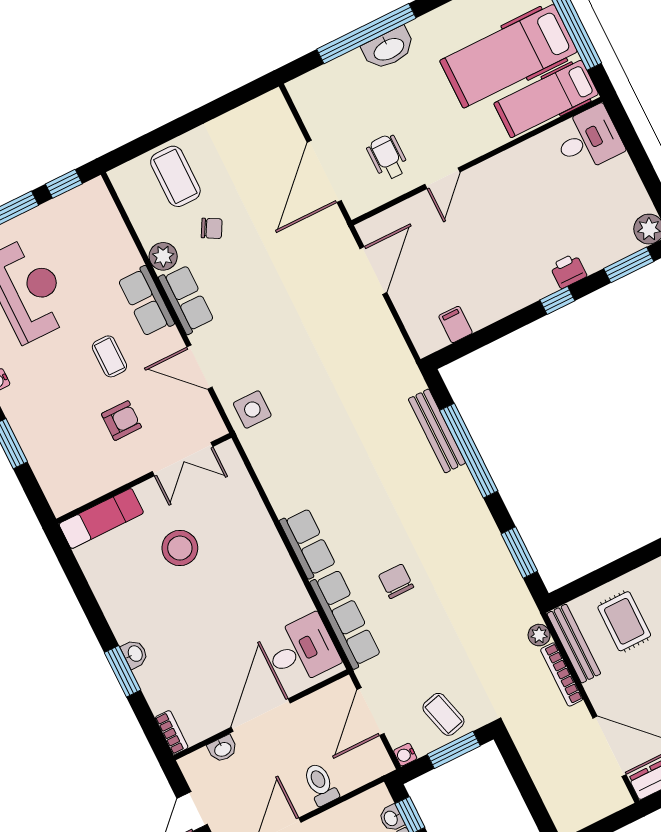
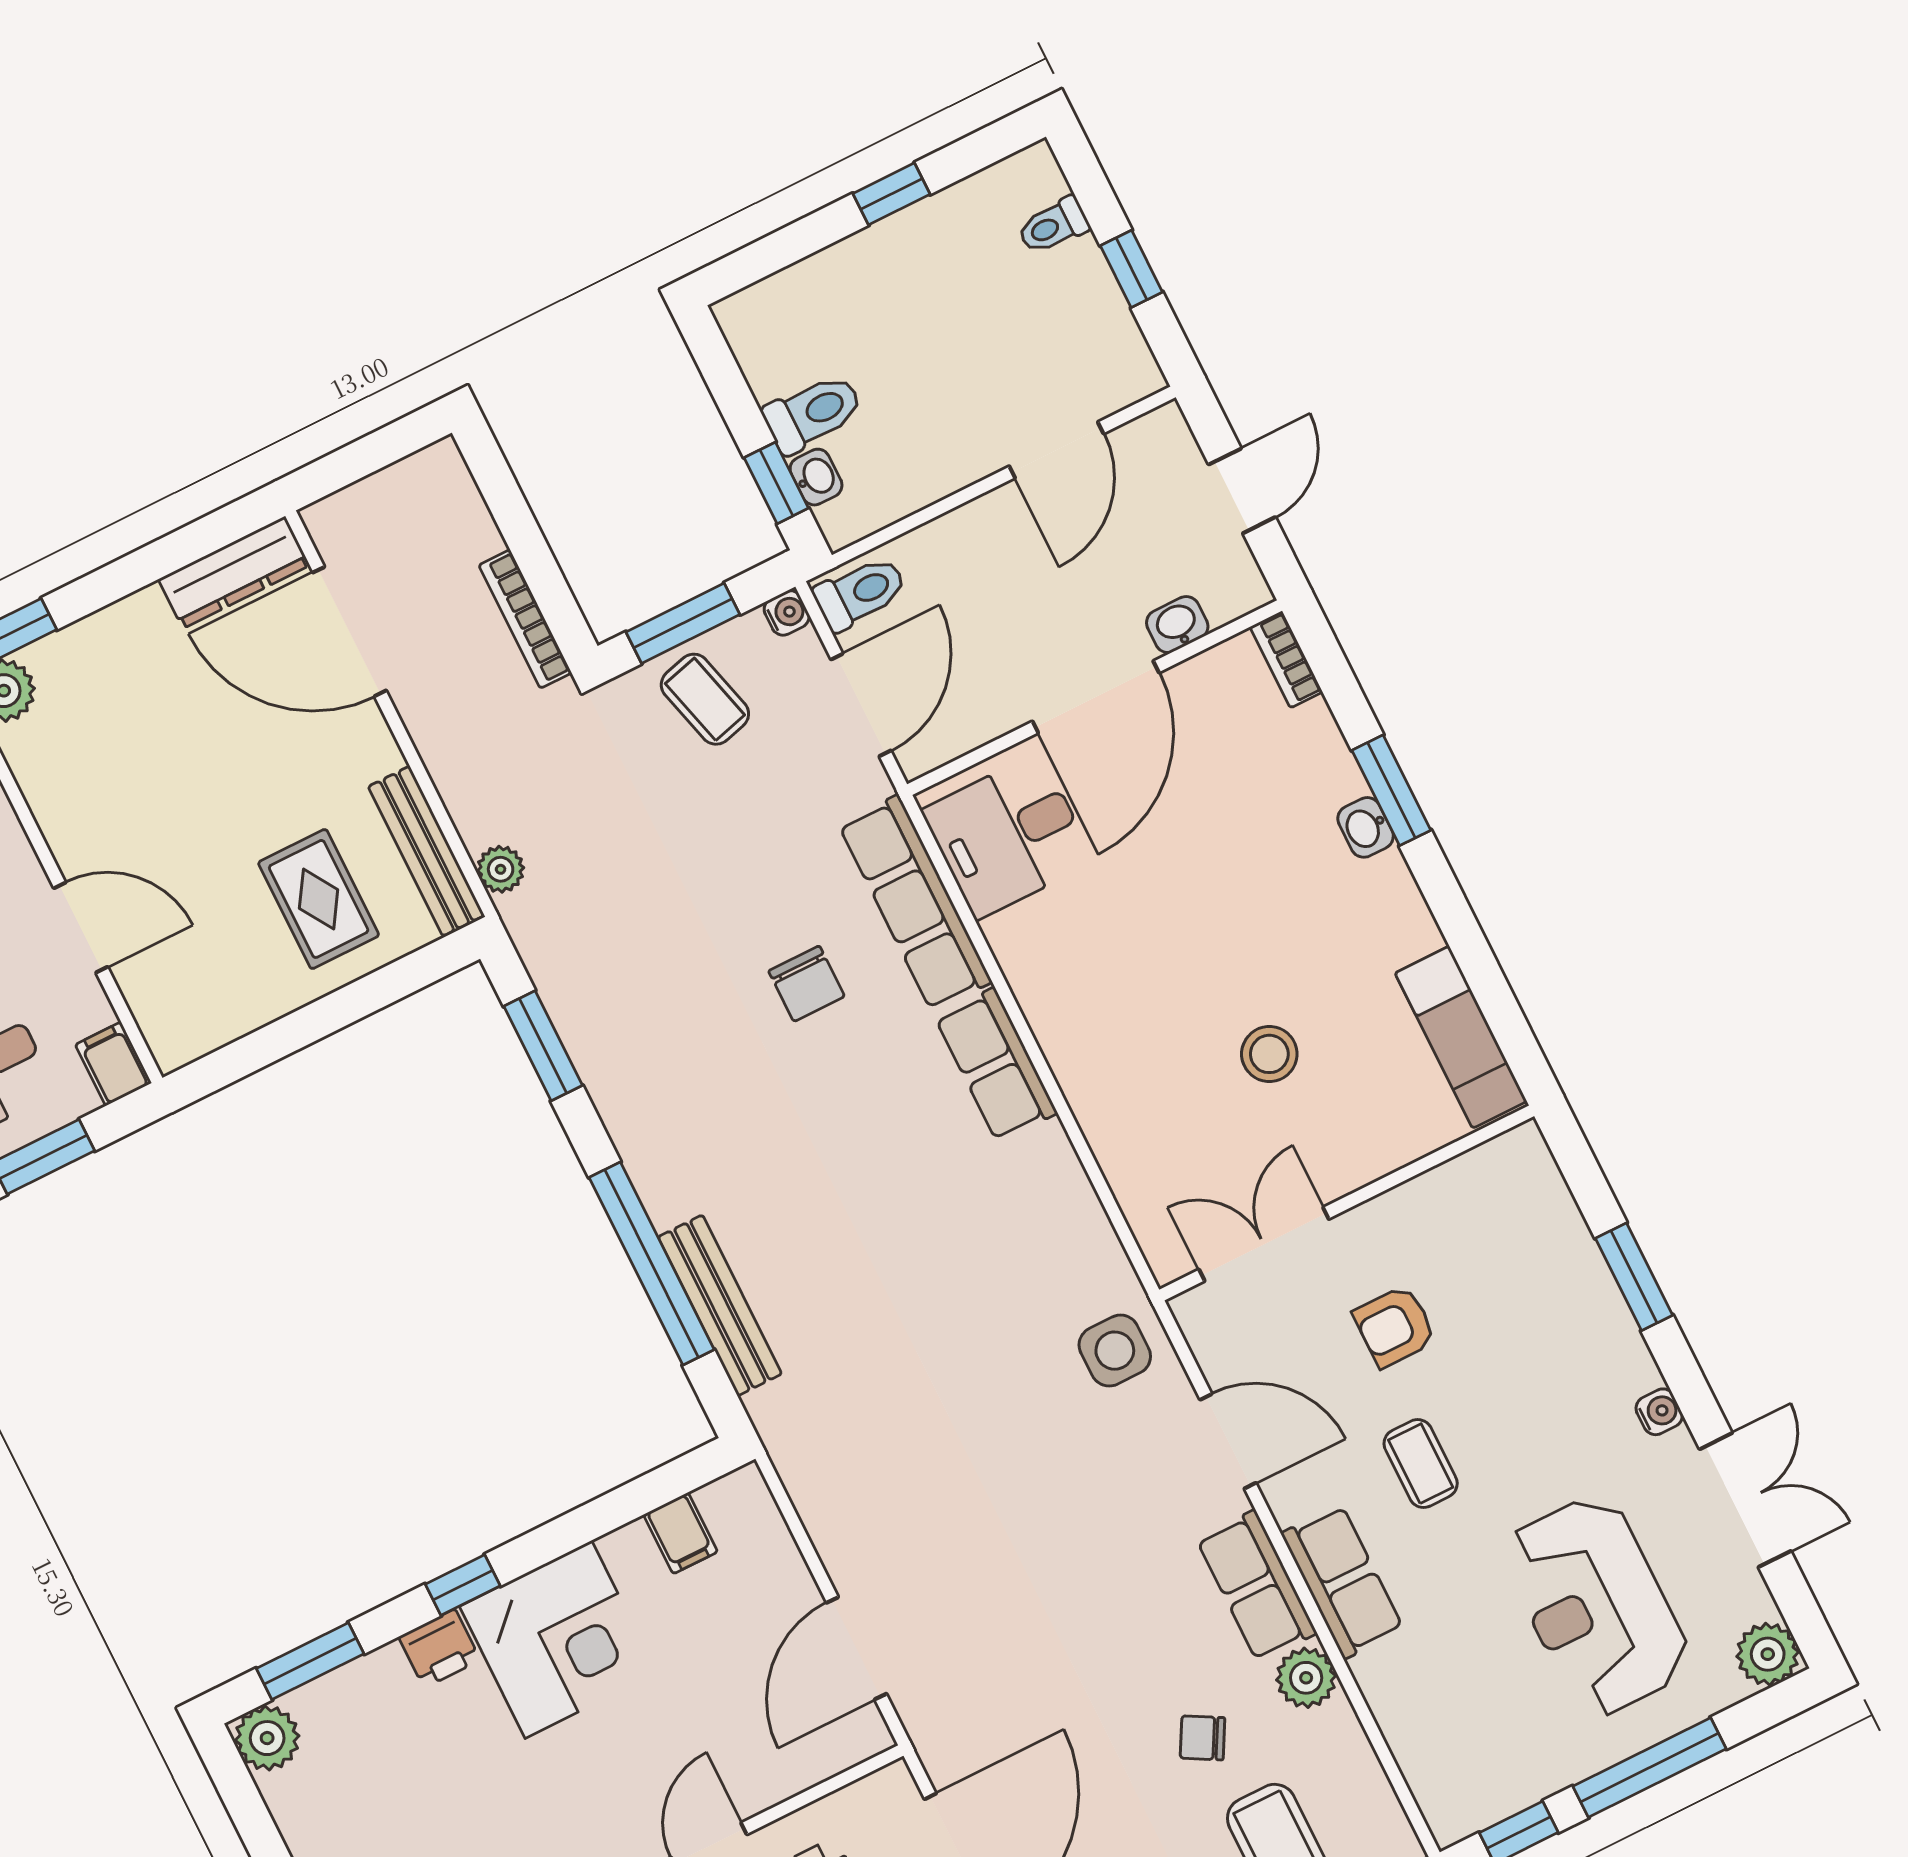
corner desk: (513, 275) -> (558, 1639), added
exam couch: (101, 518) -> (1461, 1037), moved, turned -90
stool: (180, 548) -> (1269, 1054), width x0.73, depth x0.73
bookcase: (562, 674) -> (525, 619), moved, turned 180
toilet: (321, 784) -> (860, 593), moved, turned -90

